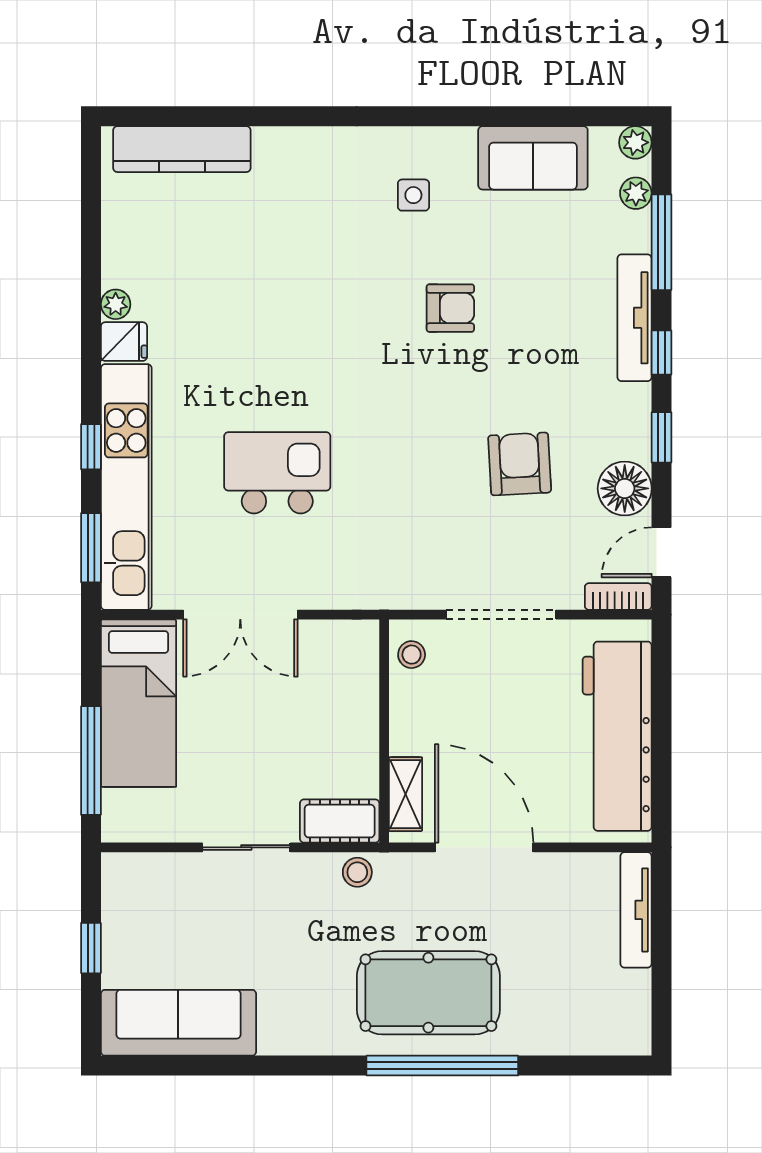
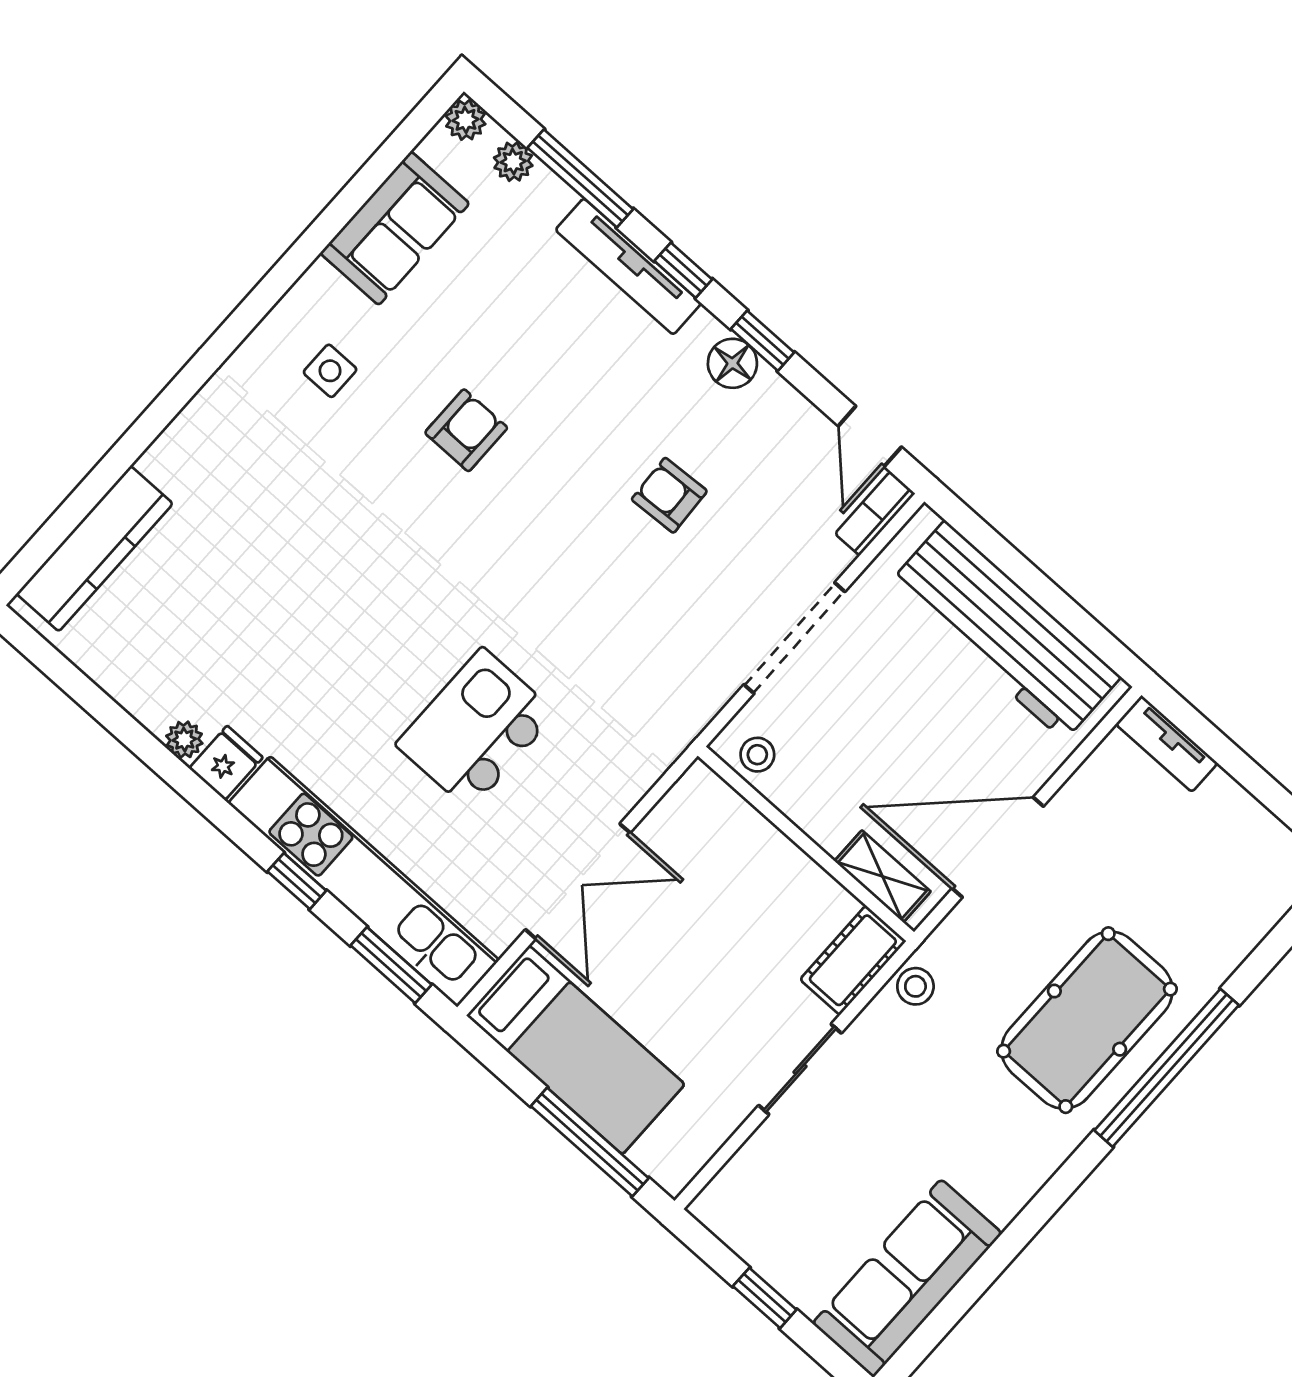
armchair: (520, 464) -> (669, 495), width x0.72, depth x0.72
floor lamp: (625, 488) -> (732, 363), moved, width x0.73, depth x0.73
tv unit: (636, 910) -> (1167, 744), width x0.71

